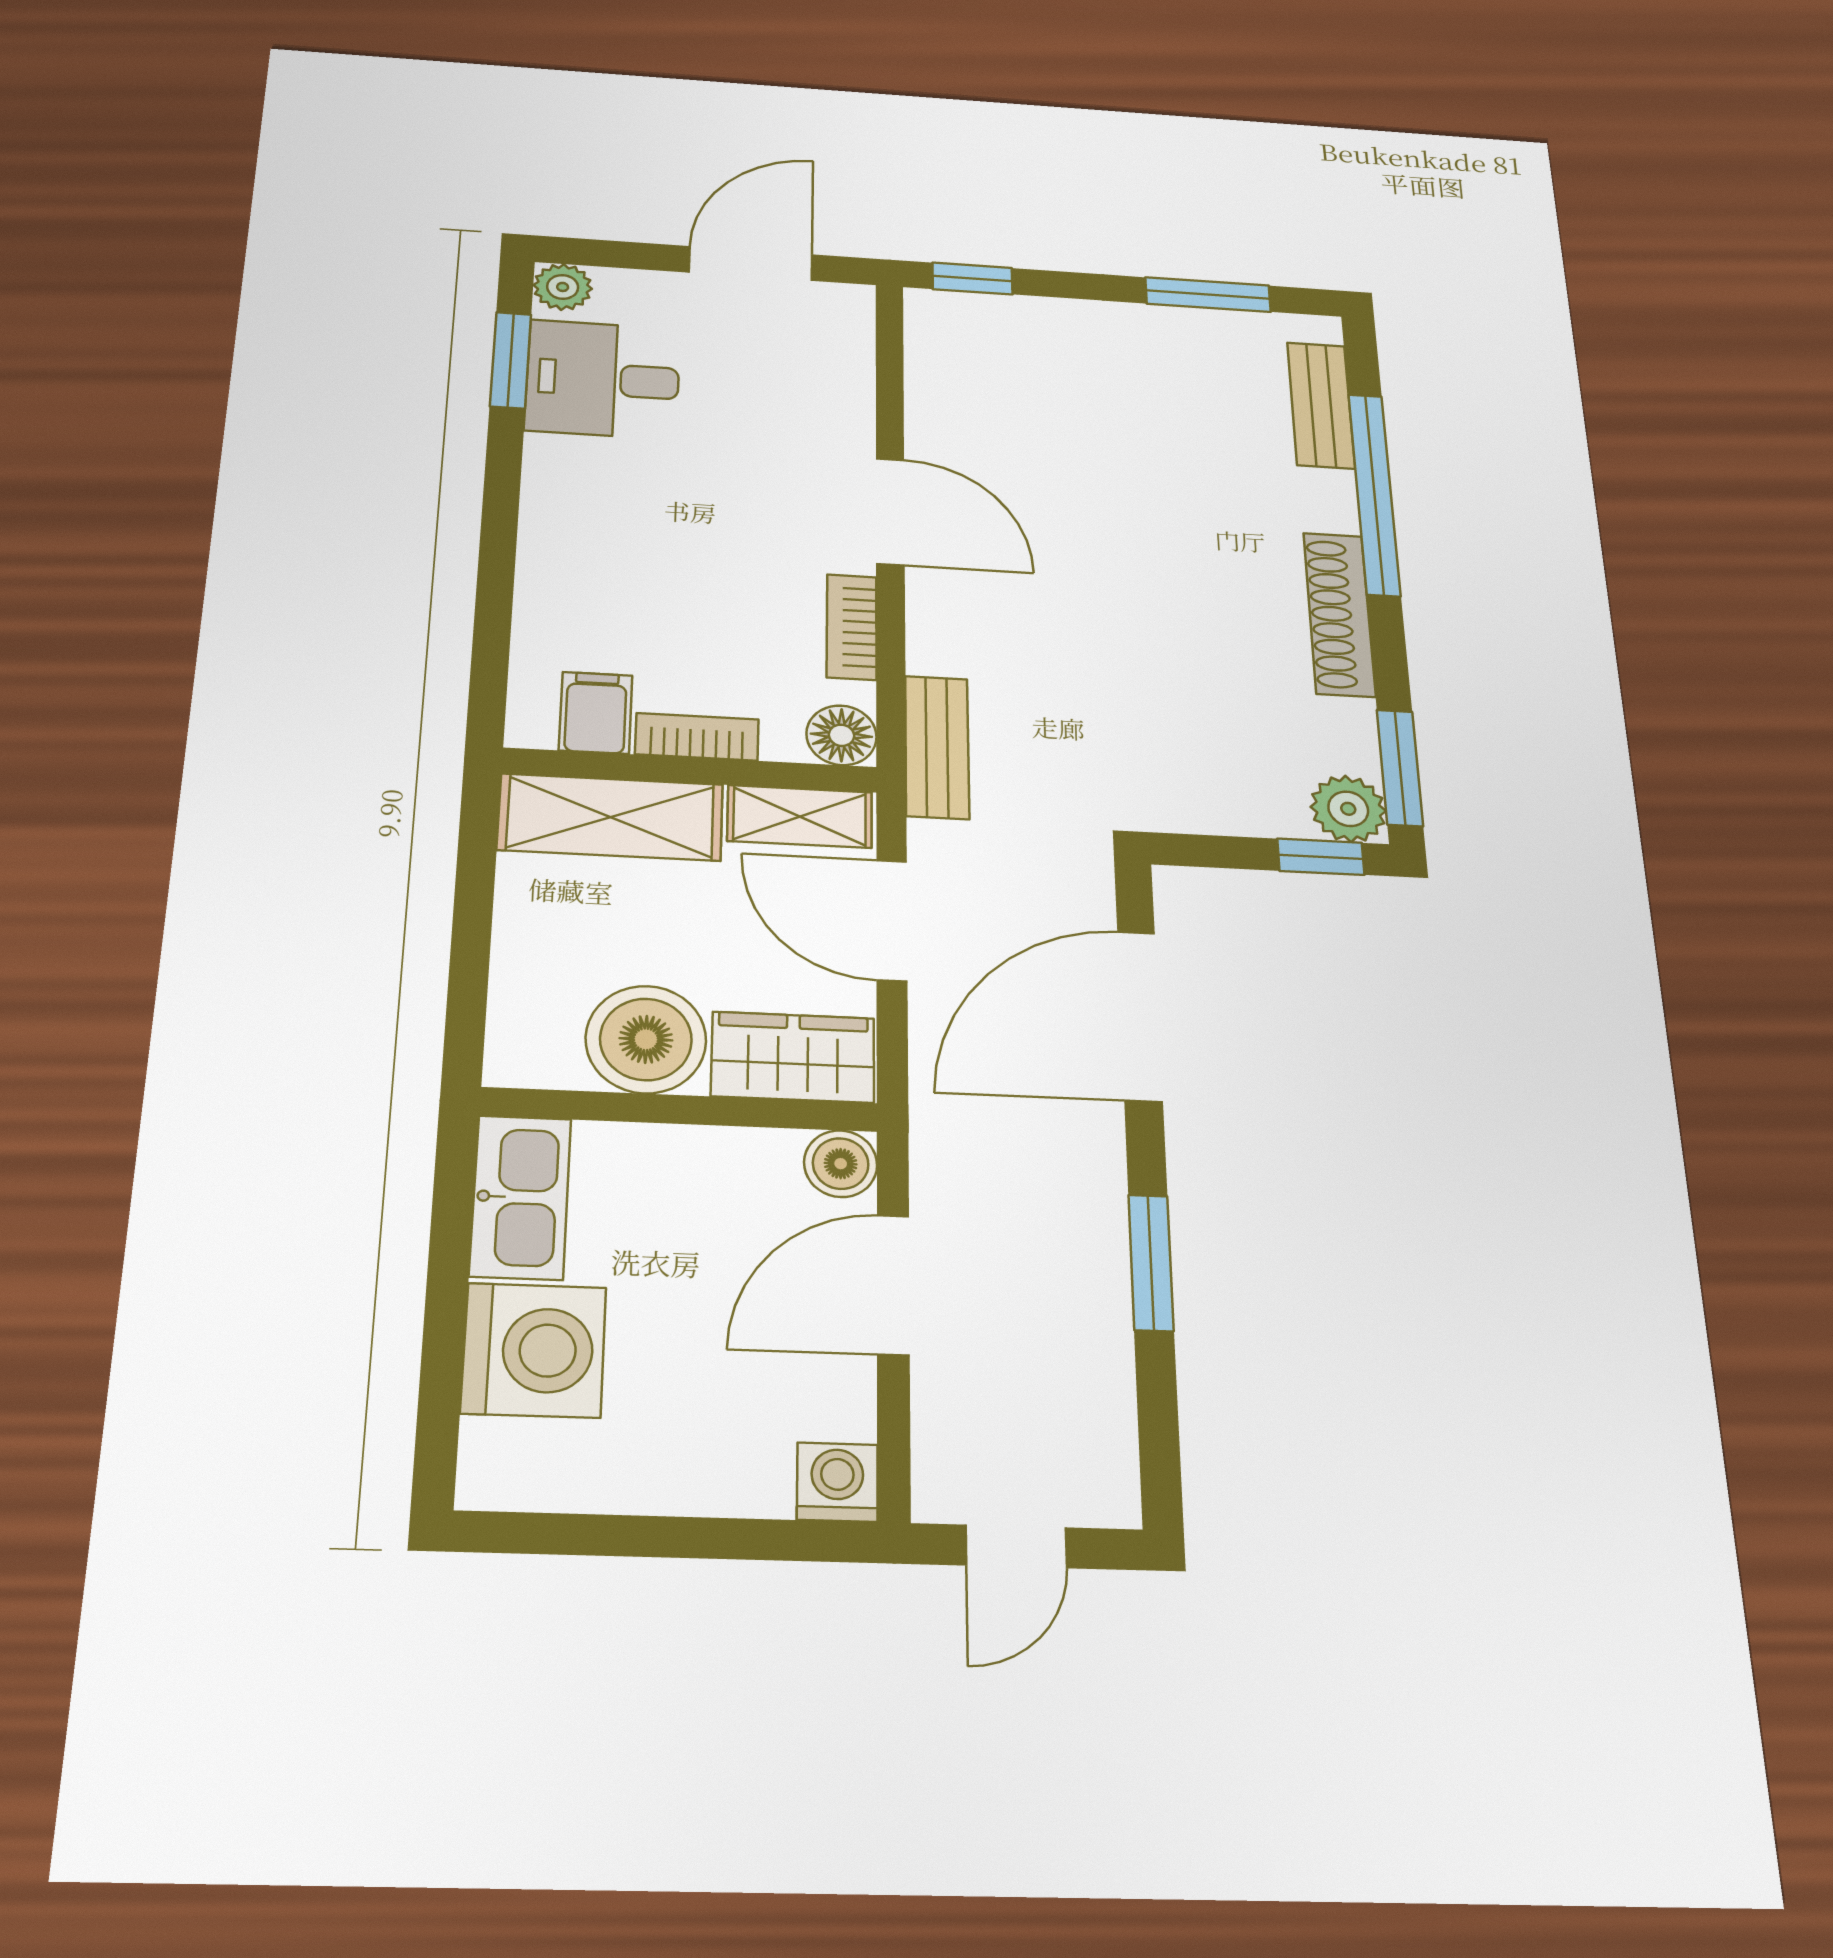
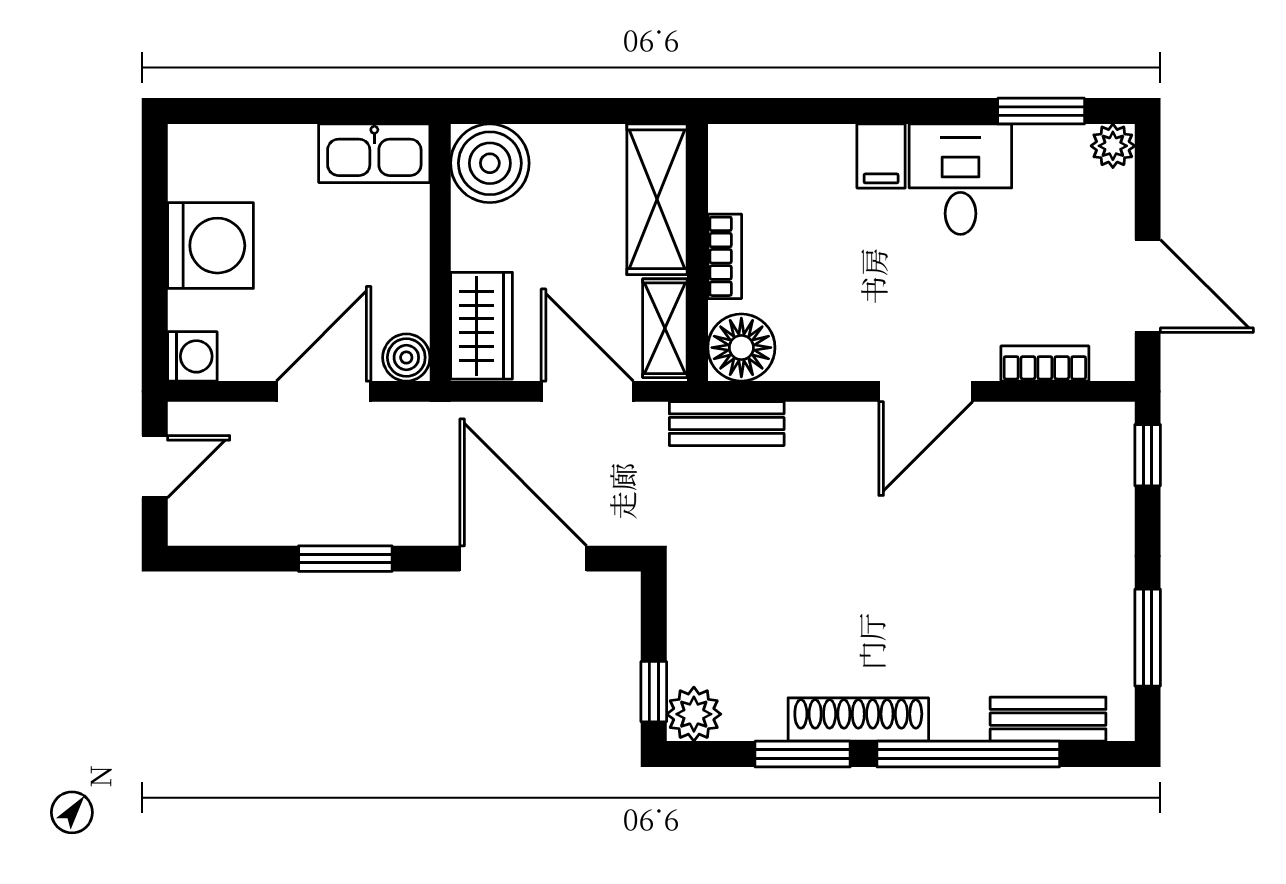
desk: (603, 379) -> (960, 179), moved
bookcase: (852, 627) -> (1045, 364), moved
filing cabinet: (596, 713) -> (881, 156), moved, turned 90
floor lamp: (842, 735) -> (741, 348), width x1.38, depth x1.38
window: (1400, 768) -> (803, 754), moved
door: (892, 920) -> (587, 391), hinge flipped
boiler: (646, 1039) -> (490, 163), moved
door: (893, 1285) -> (324, 391), hinge flipped
washing machine: (534, 1350) -> (210, 246), moved, turned -90
door: (1016, 1546) -> (155, 467), swing flipped

